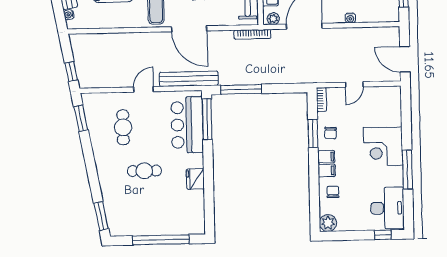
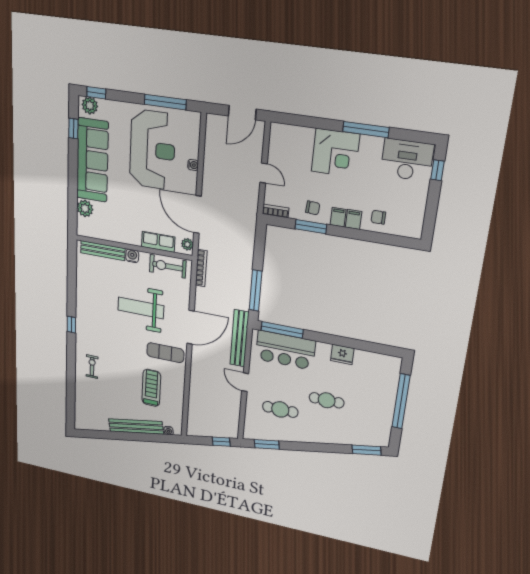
cafe table: (144, 171) -> (327, 400), turned 90
plant: (328, 223) -> (413, 229), removed

